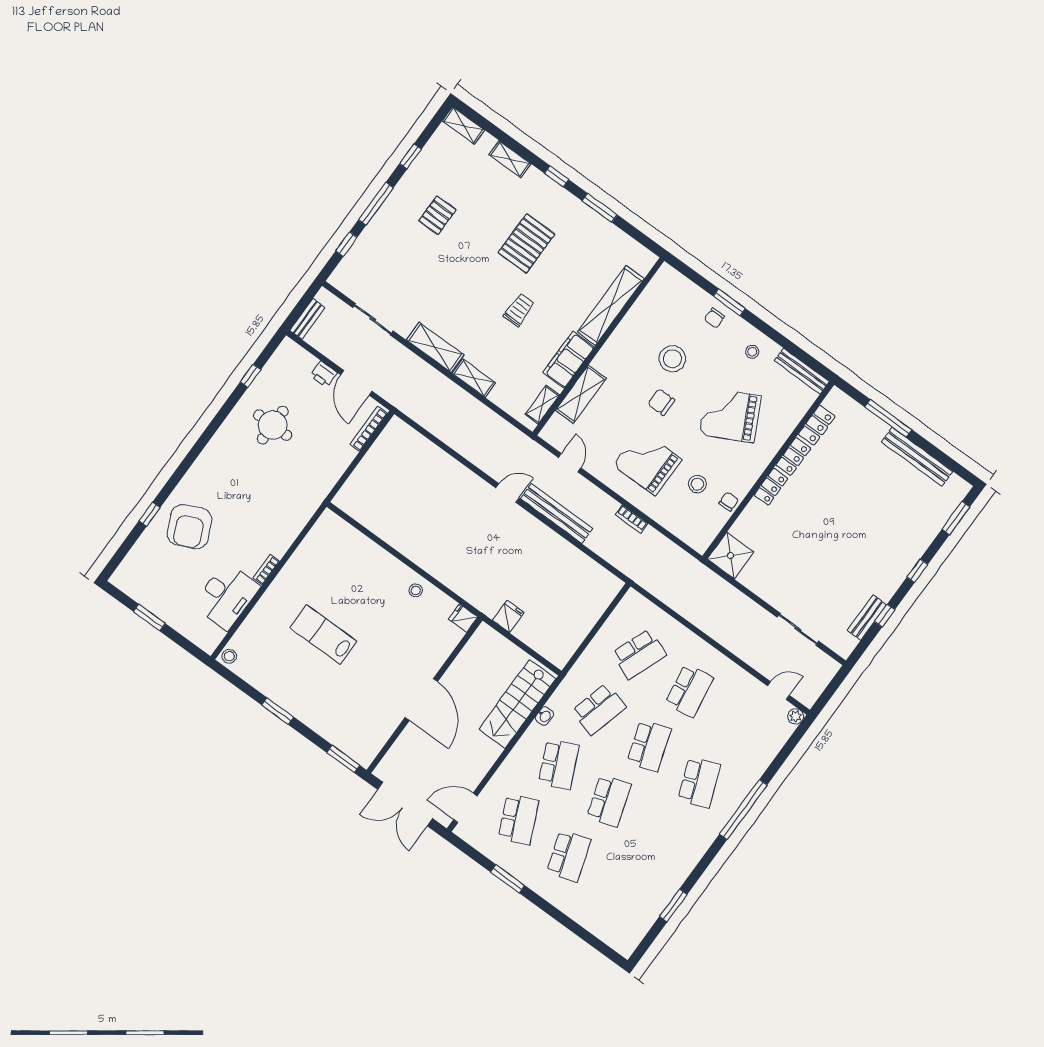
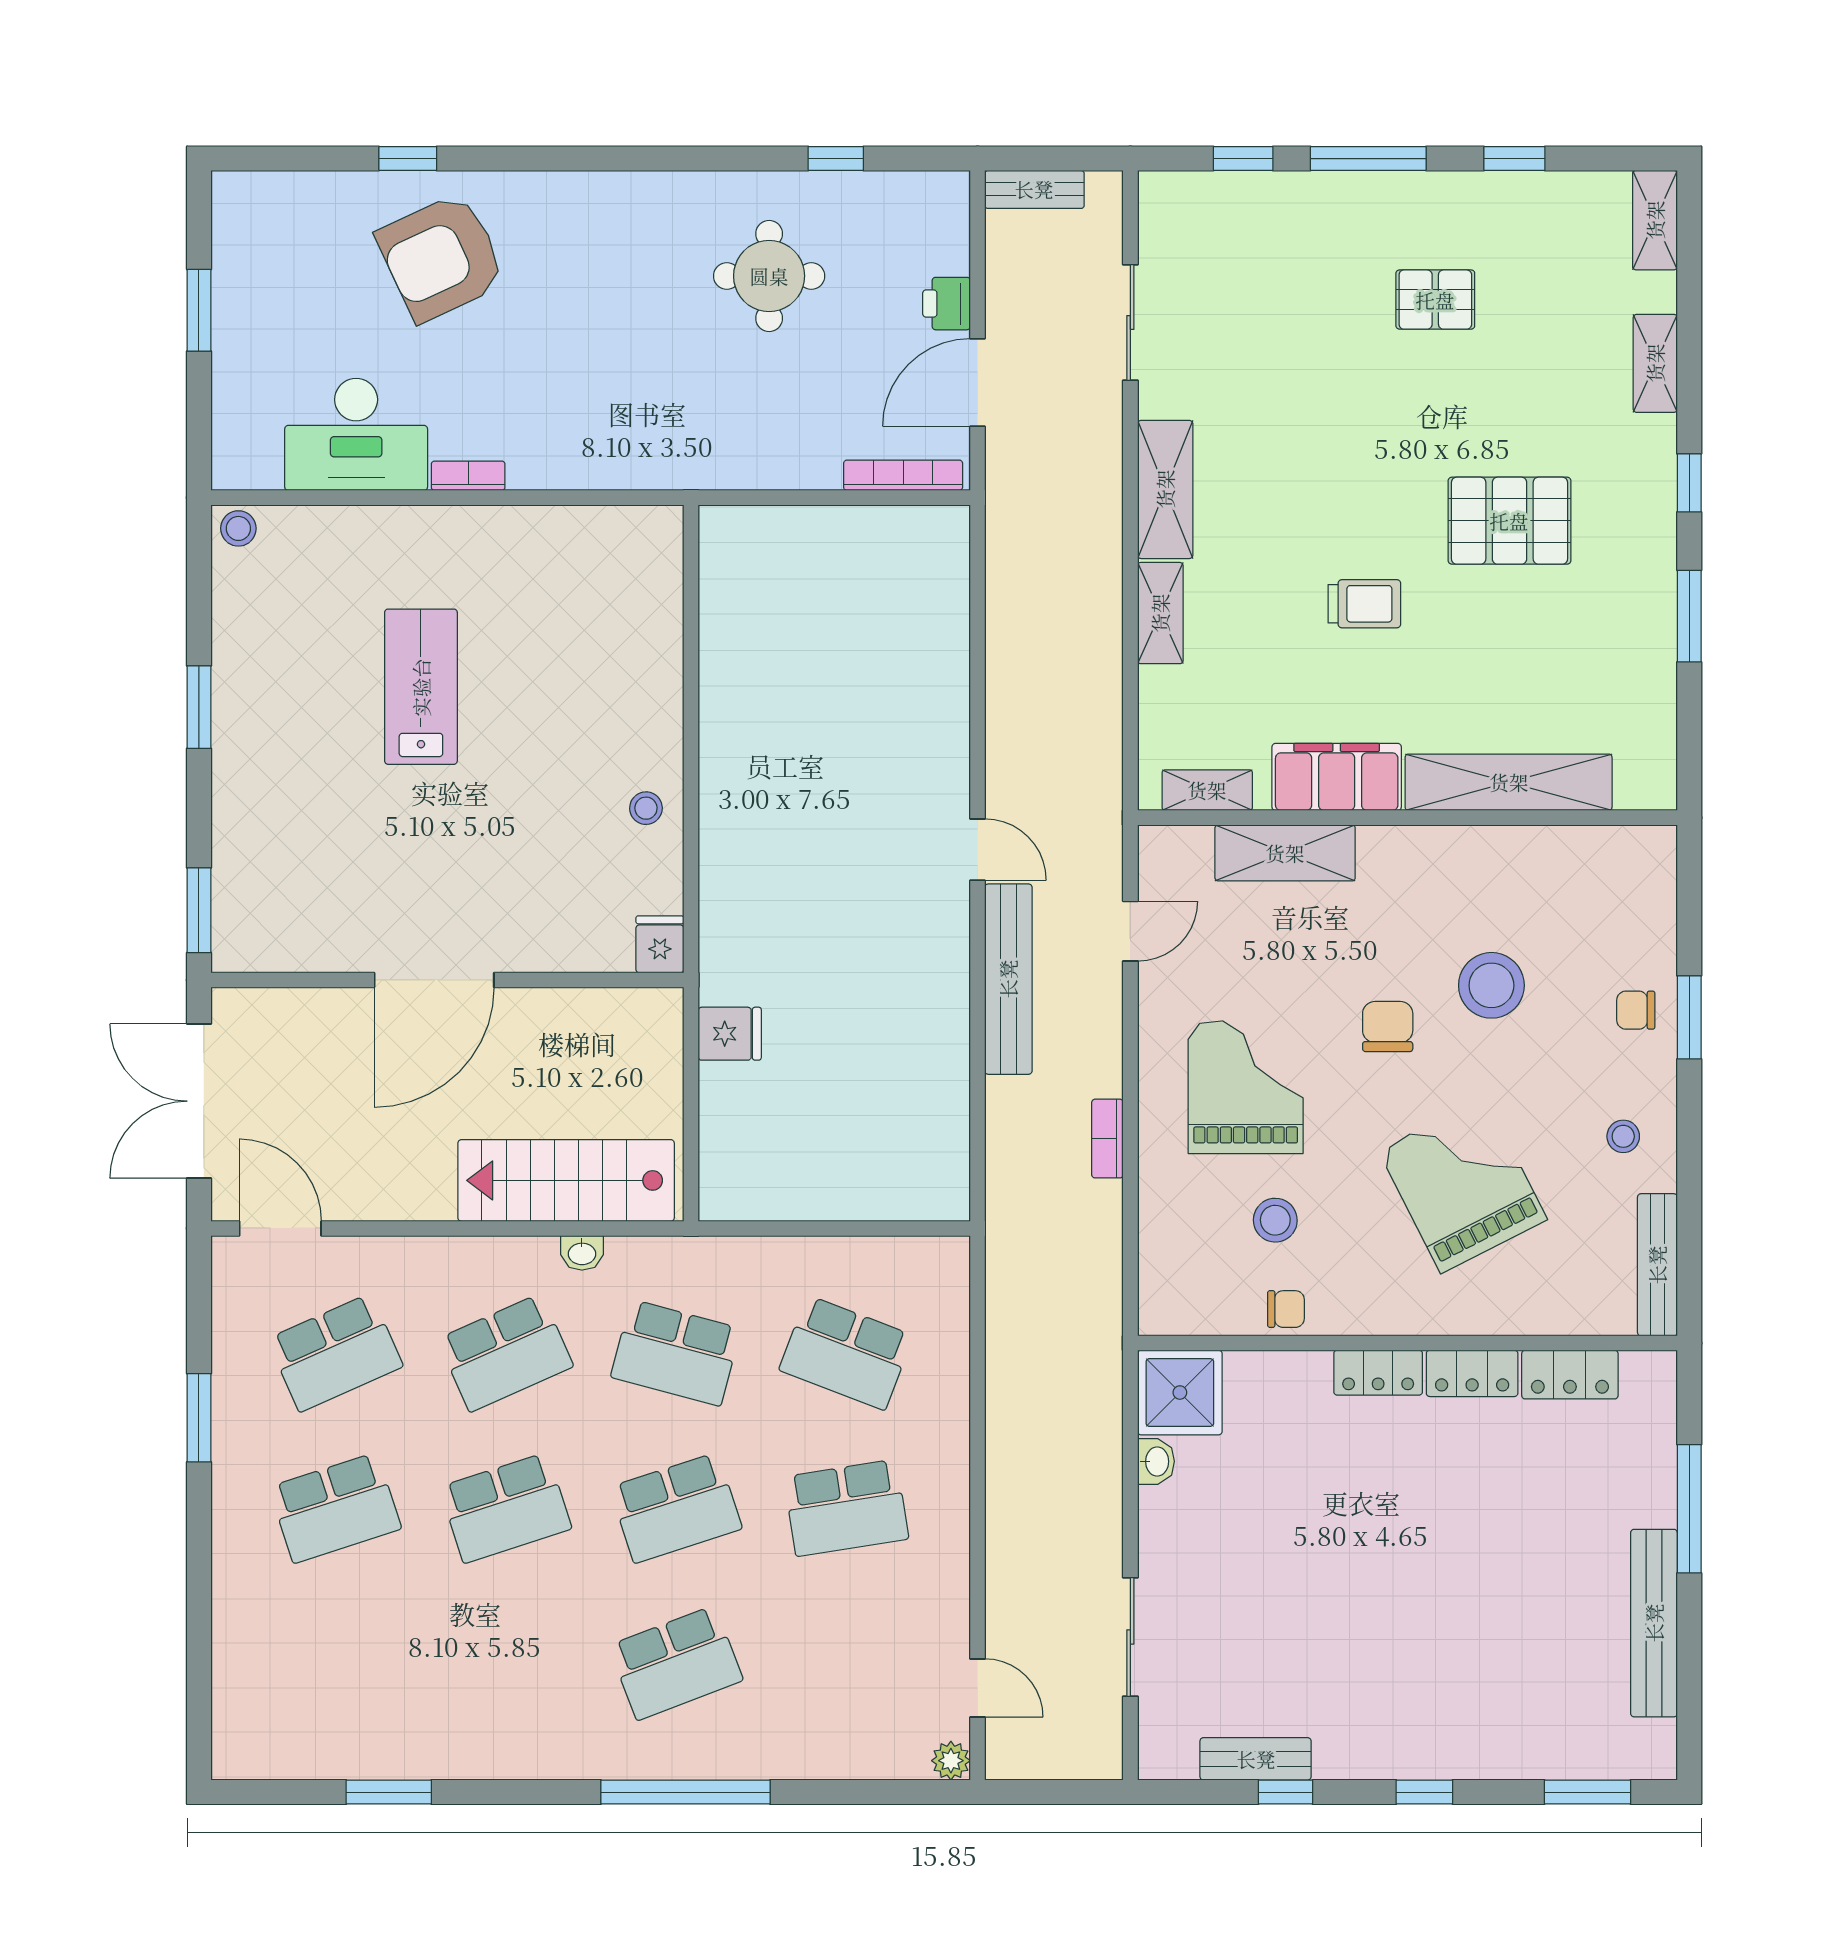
washbasin: (747, 580) -> (1156, 1461), added

